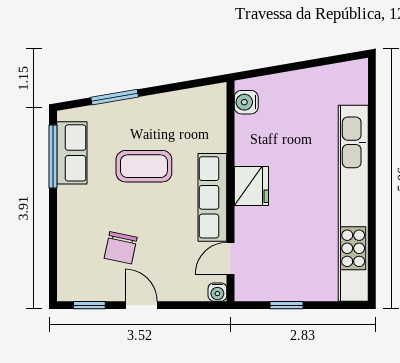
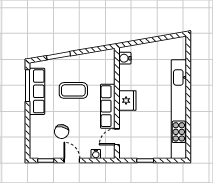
row of seats: (72, 153) -> (37, 91), width x1.48
water cooler: (217, 292) -> (96, 154), moved

